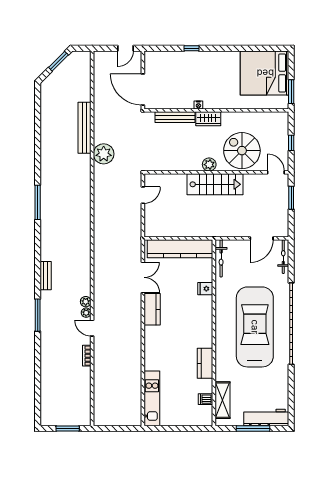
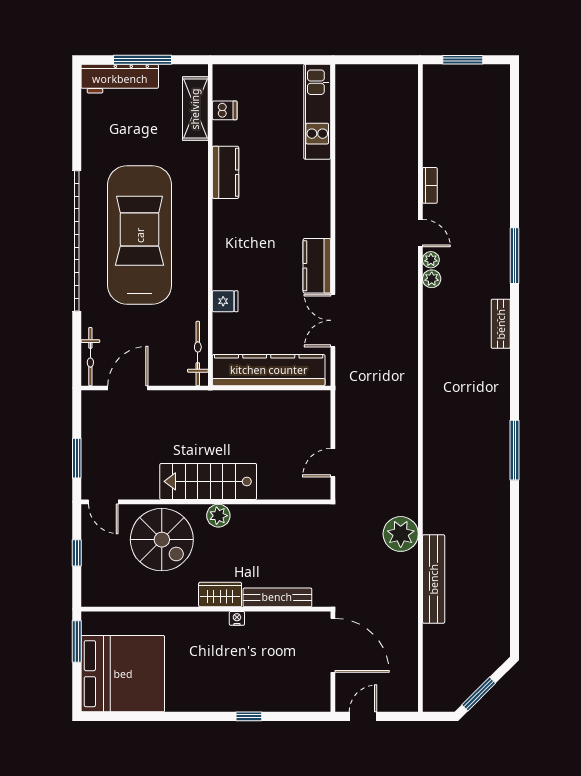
car: (255, 327) -> (140, 235), turned 180

